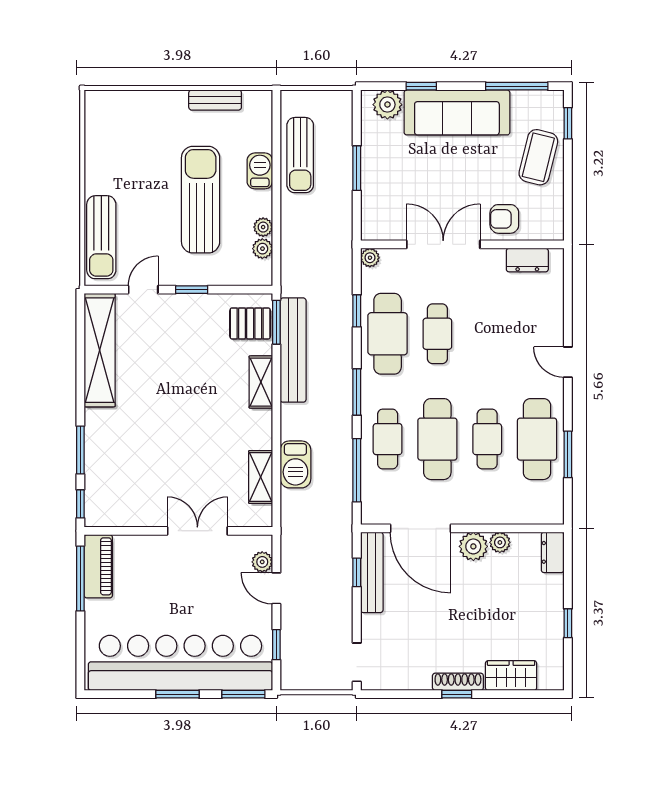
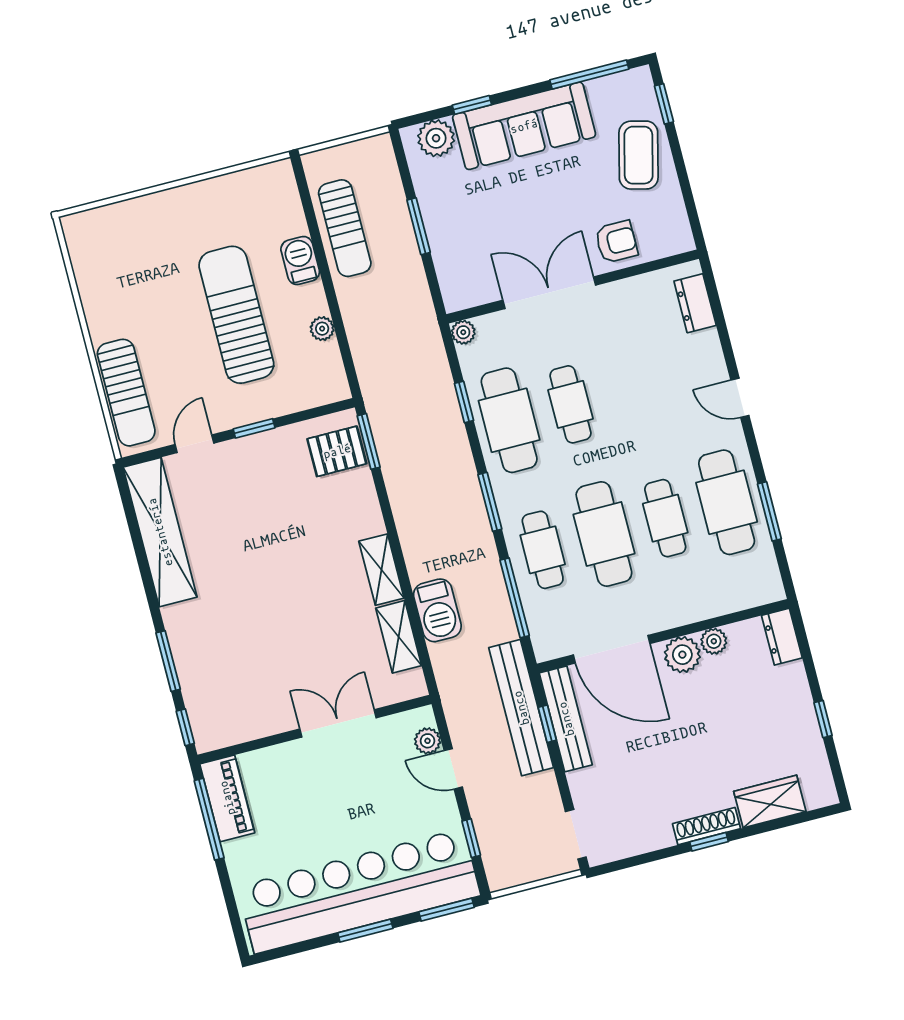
bench: (215, 100) -> (223, 187), removed
armchair: (504, 219) -> (616, 242), turned 180
plant: (262, 249) -> (328, 355), removed
dresser: (527, 260) -> (695, 303), moved, turned 90
bench: (293, 350) -> (521, 708), moved
shelving: (261, 382) -> (381, 570), moved

